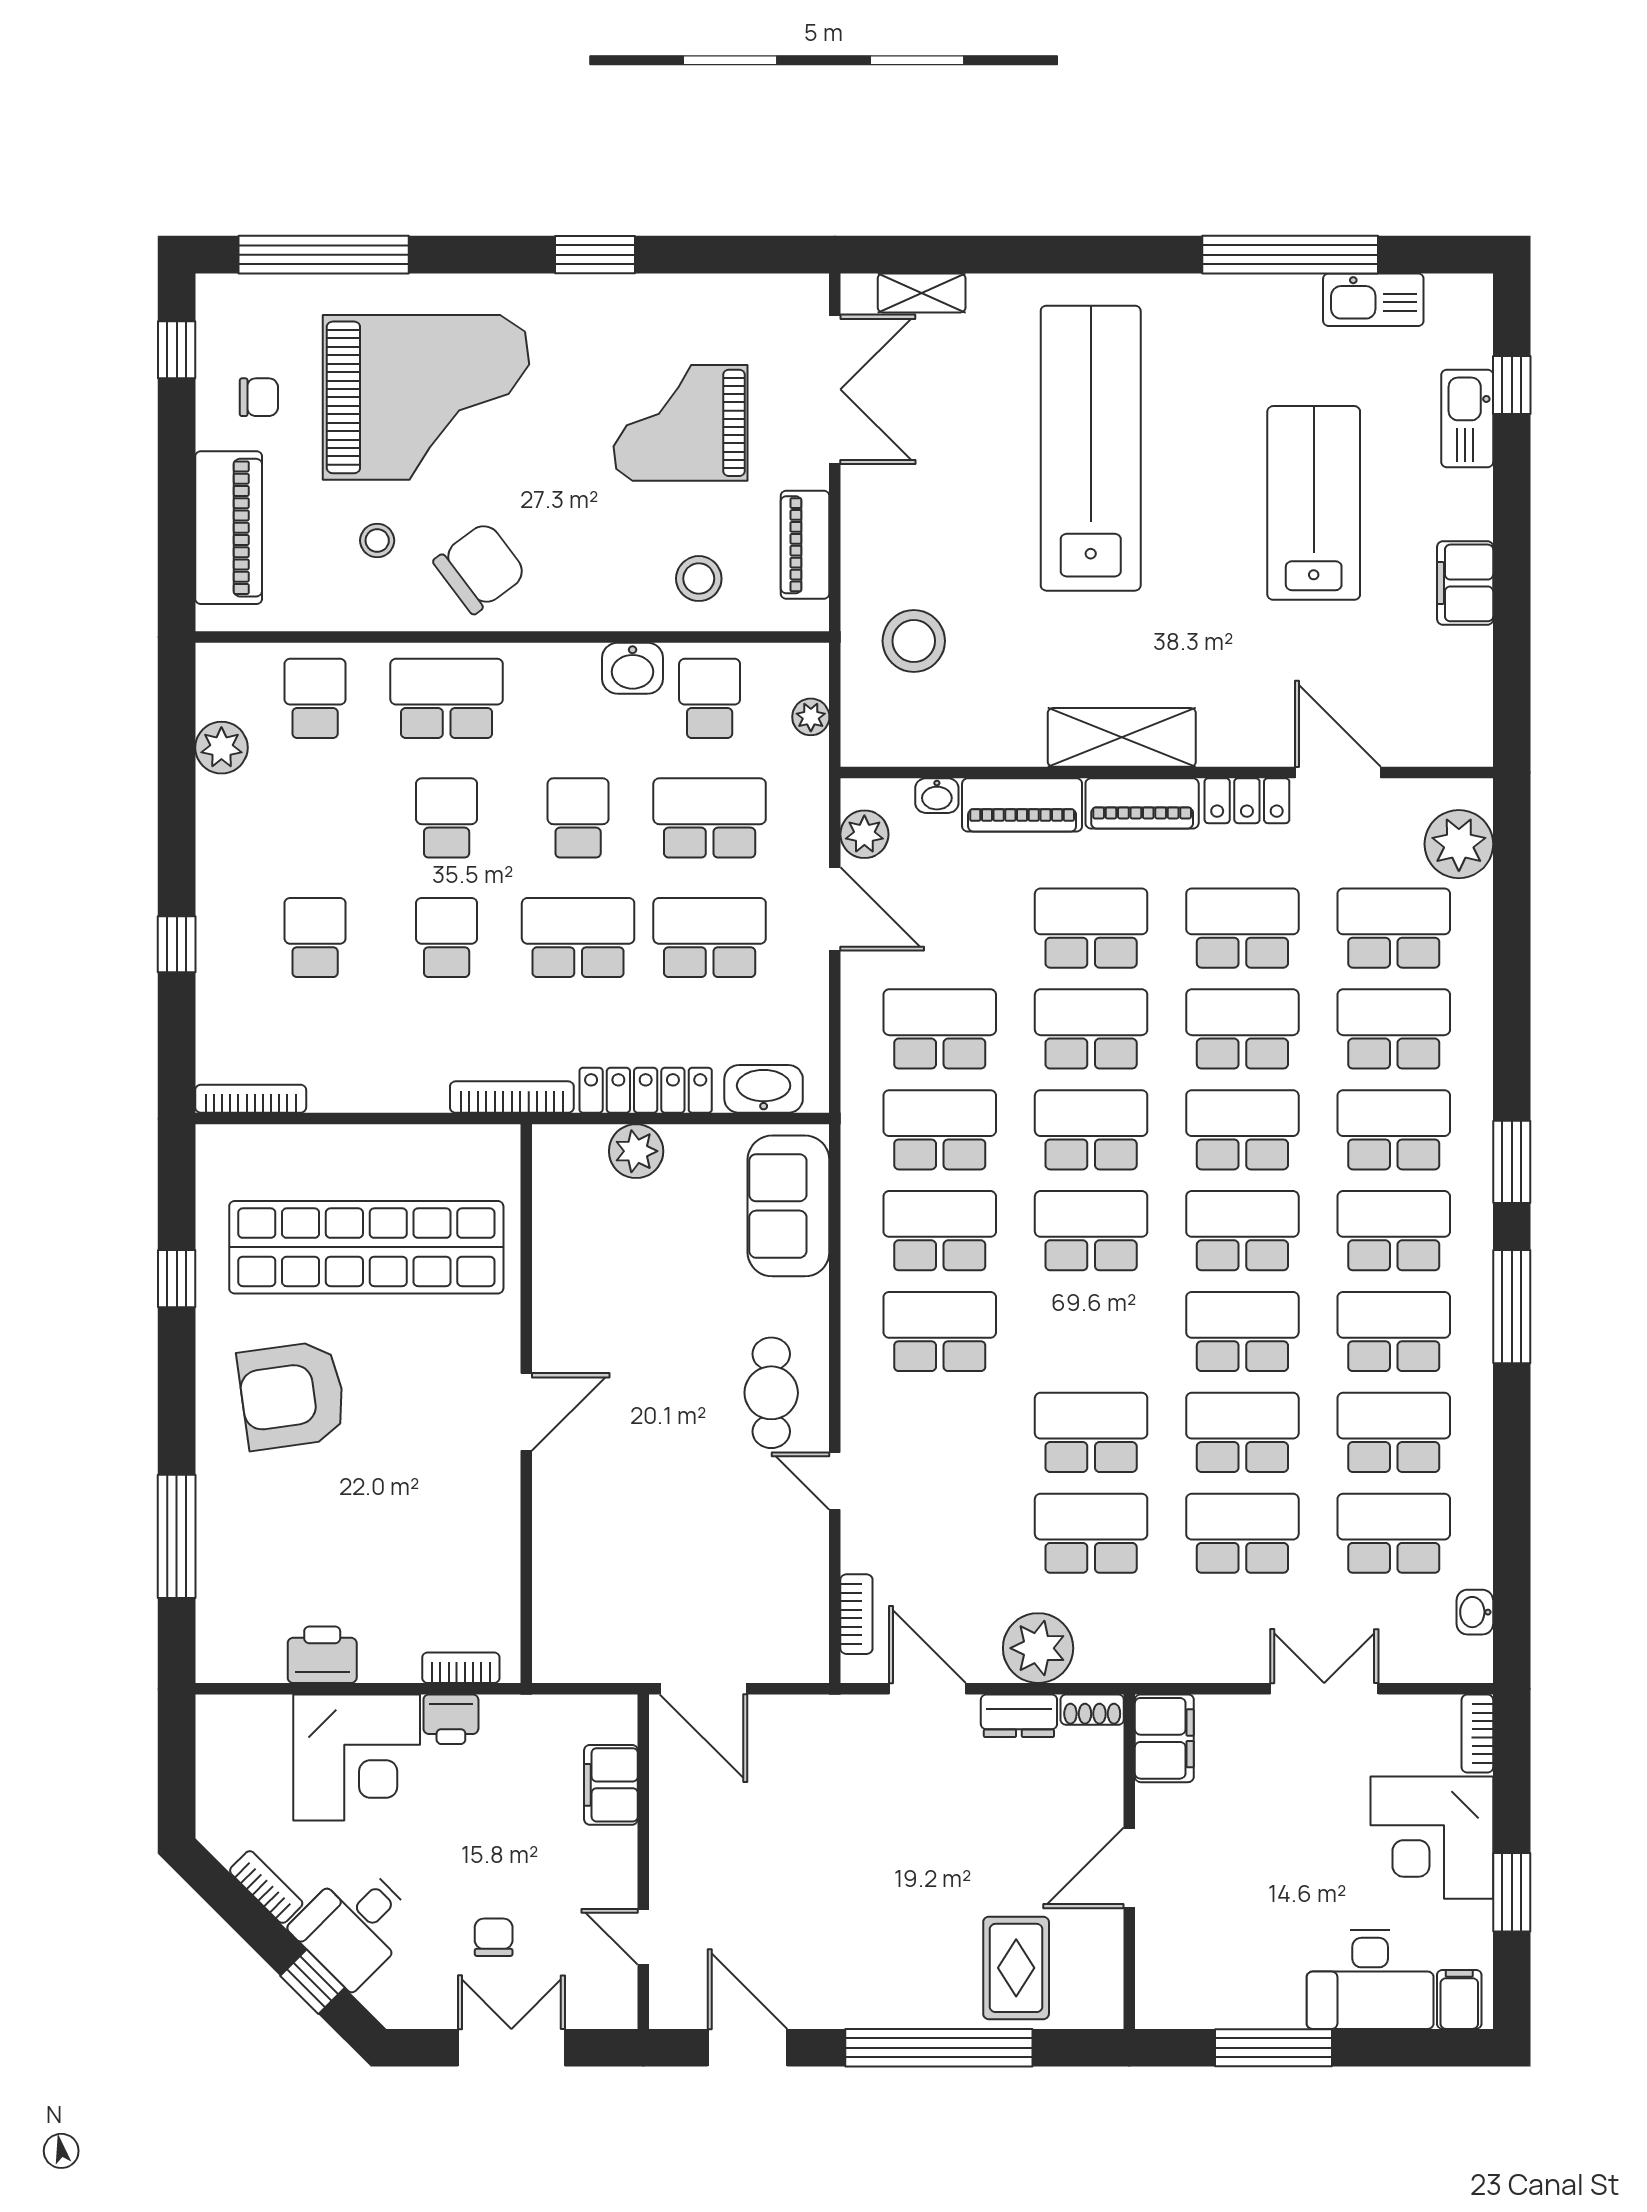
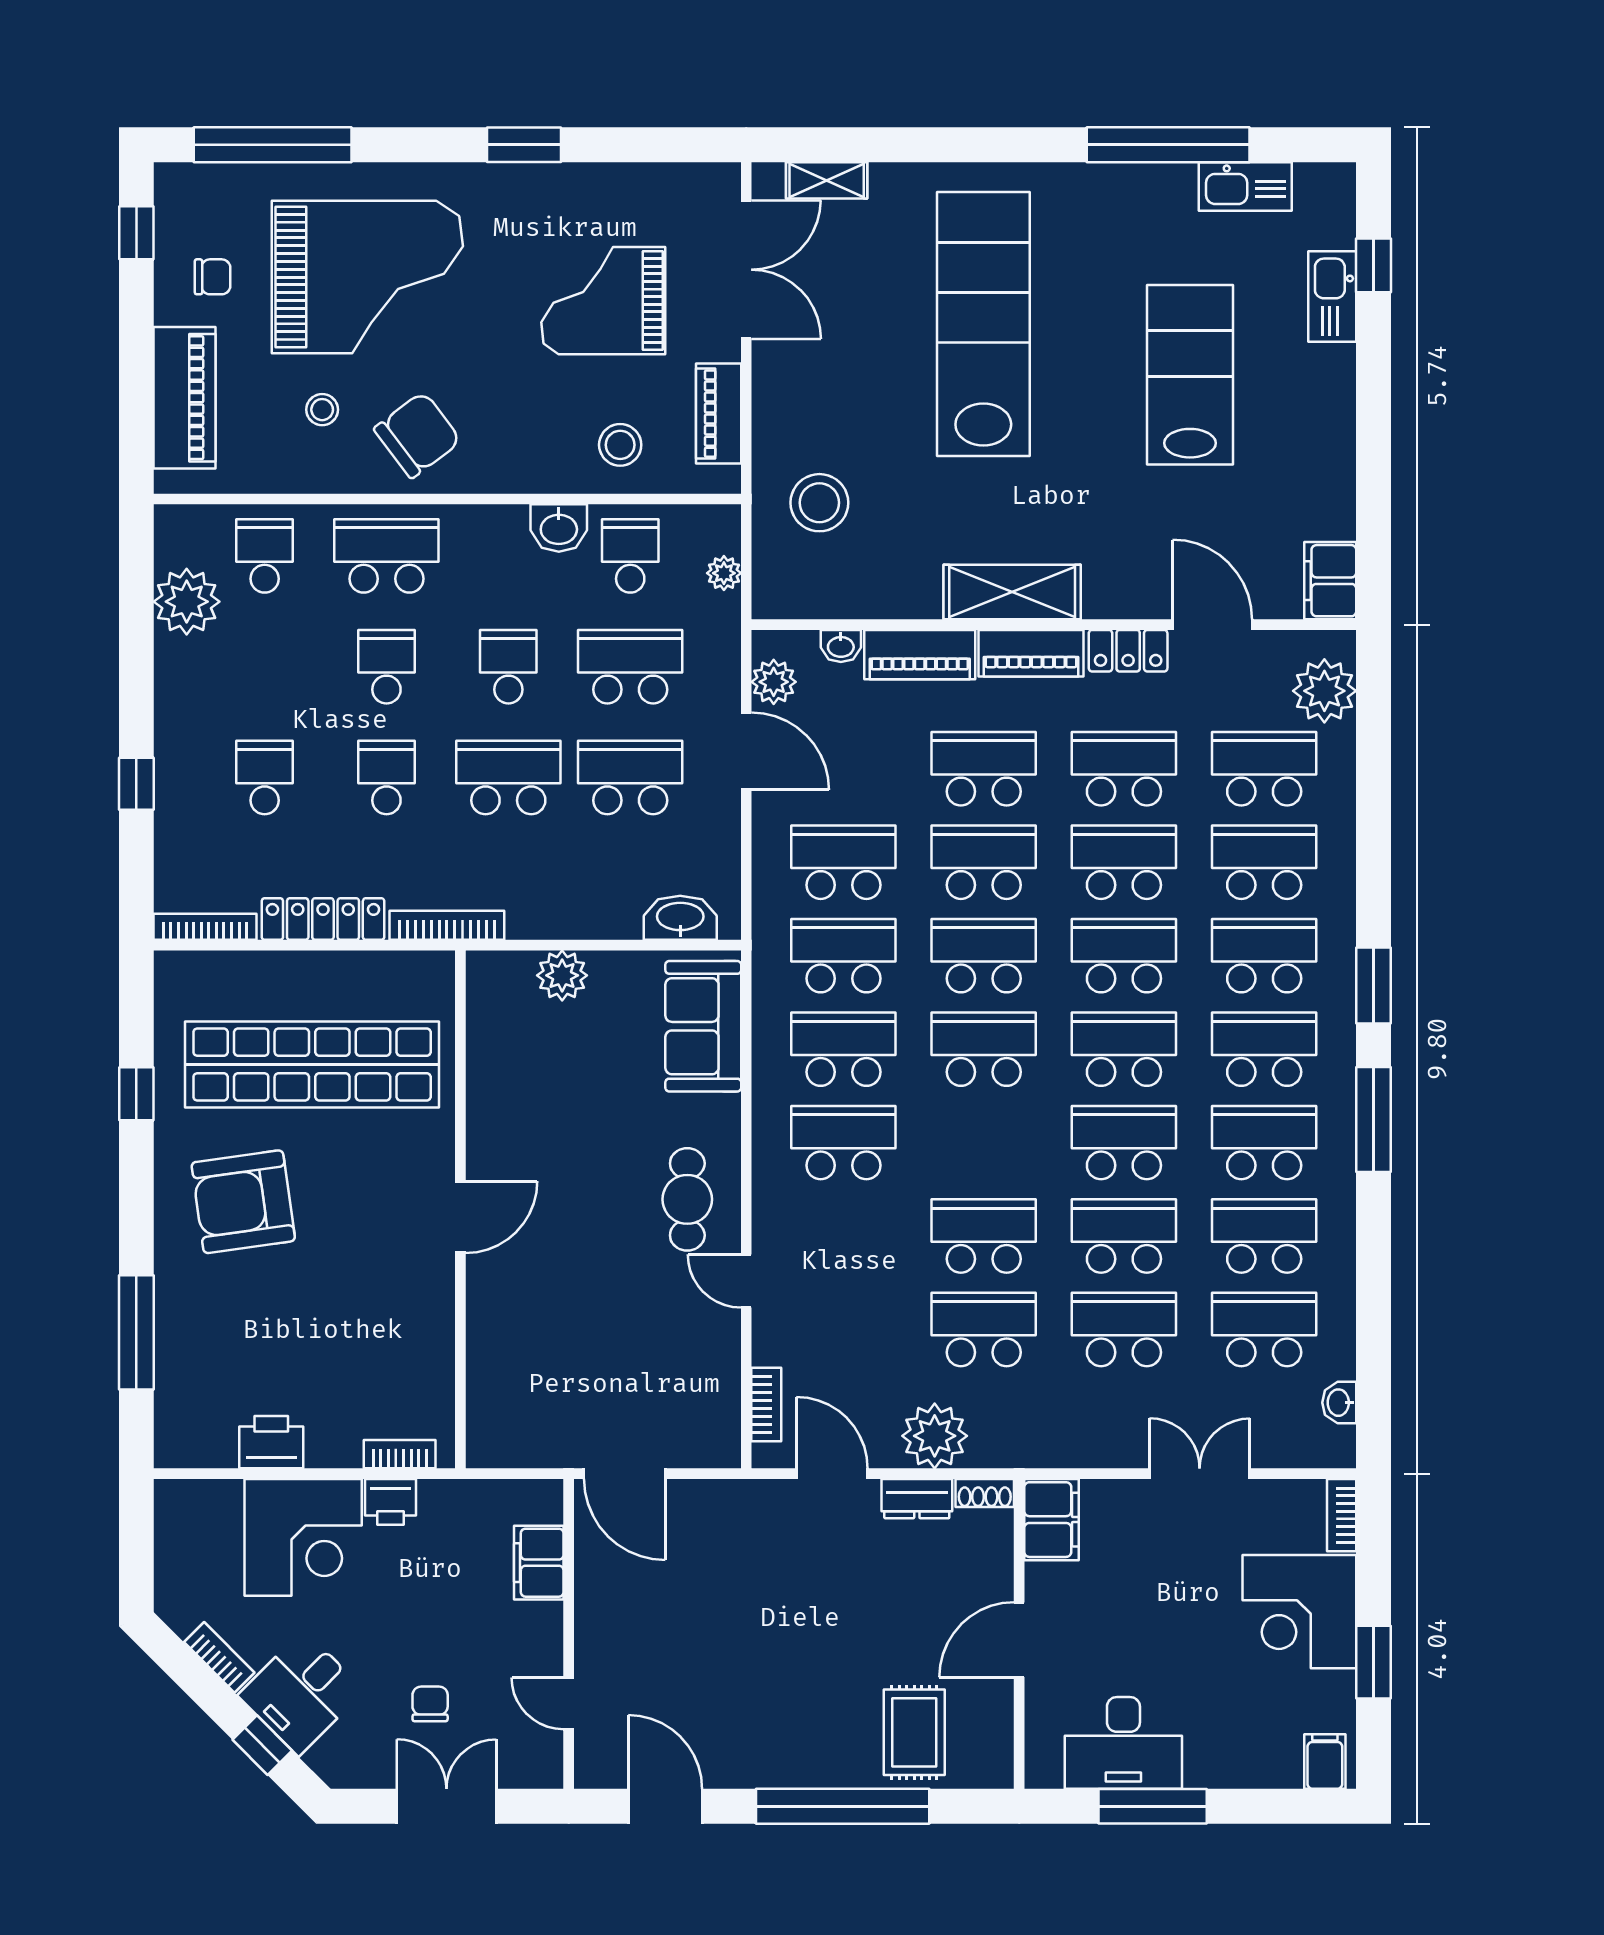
filing cabinet: (1465, 583) -> (1330, 581), moved
plant: (221, 748) -> (187, 602), width x1.36, depth x1.36
locker: (646, 1090) -> (323, 919), moved
desk: (1370, 1979) -> (1123, 1743), moved

